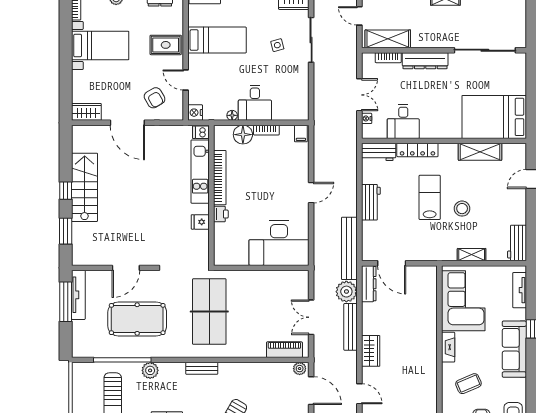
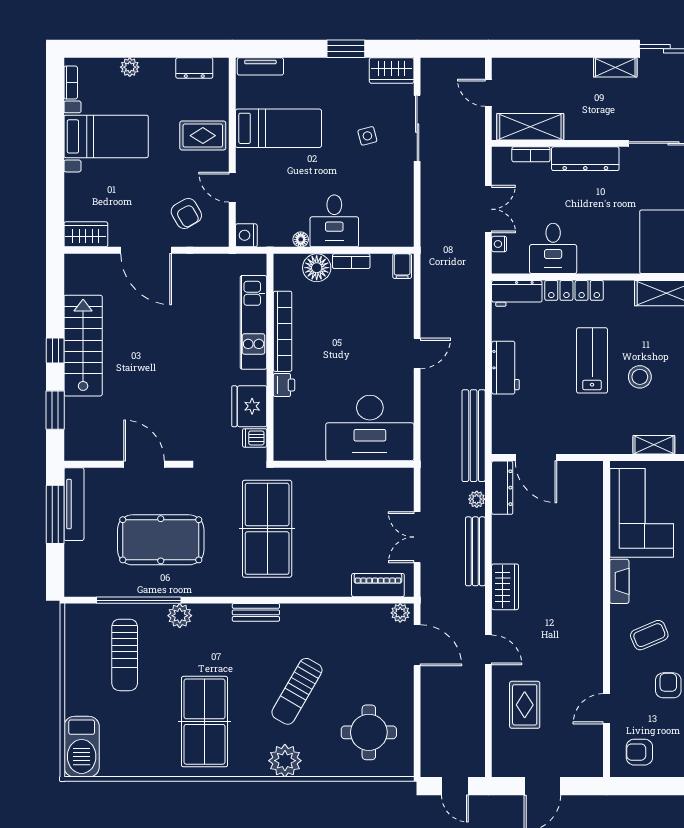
dishwasher: (201, 132) -> (255, 438), moved
fridge: (200, 222) -> (249, 406), width x1.88, depth x1.34
door: (126, 268) -> (144, 464), swing flipped
plant: (346, 292) -> (477, 499), width x0.53, depth x0.53

